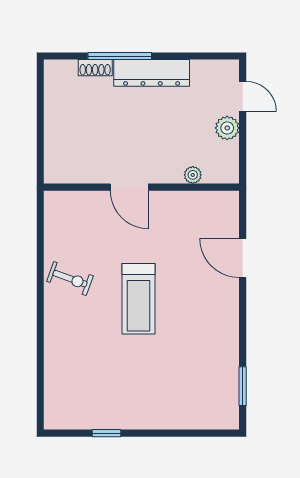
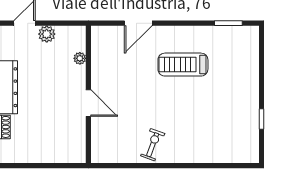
door: (129, 187) -> (88, 103), hinge flipped
treadmill: (138, 299) -> (183, 65), moved, turned 180

